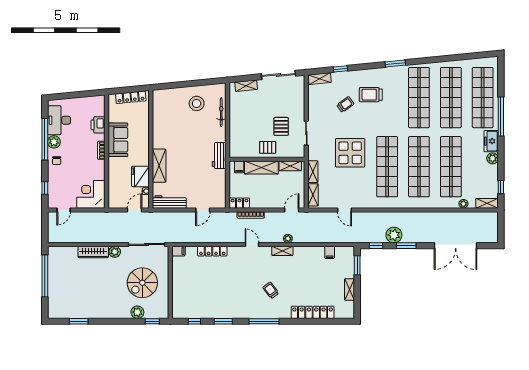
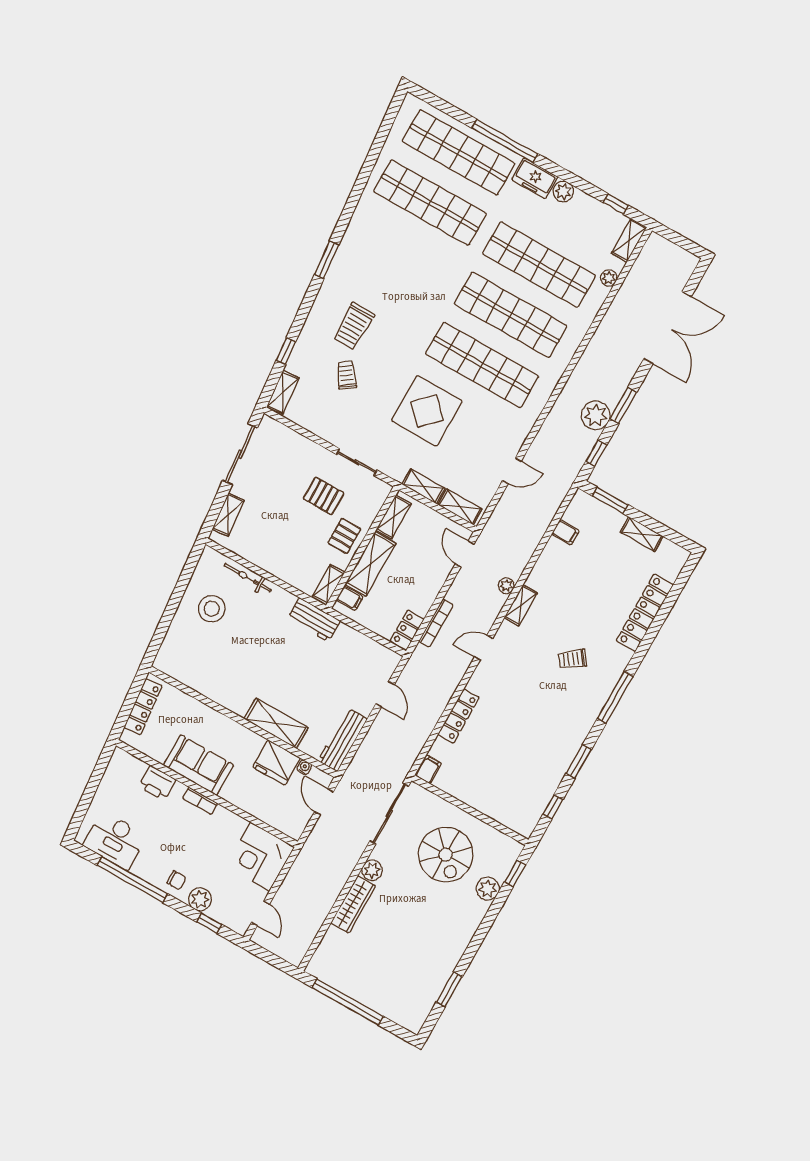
shop shelf: (419, 98) -> (401, 253), removed
plant: (54, 142) -> (200, 899), moved
shelving: (240, 153) -> (328, 585), added

